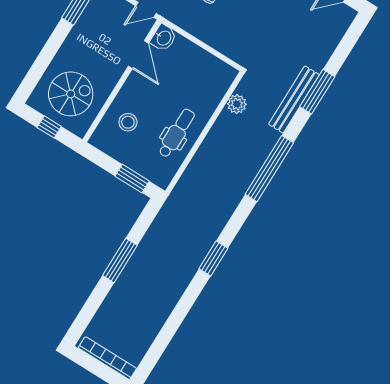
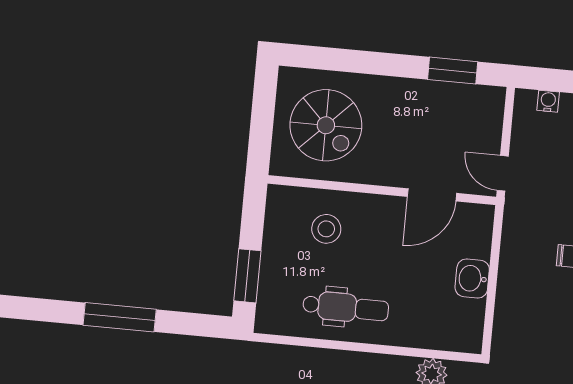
washbasin: (164, 38) -> (472, 278), moved, turned 90
window: (49, 127) -> (262, 118), removed

